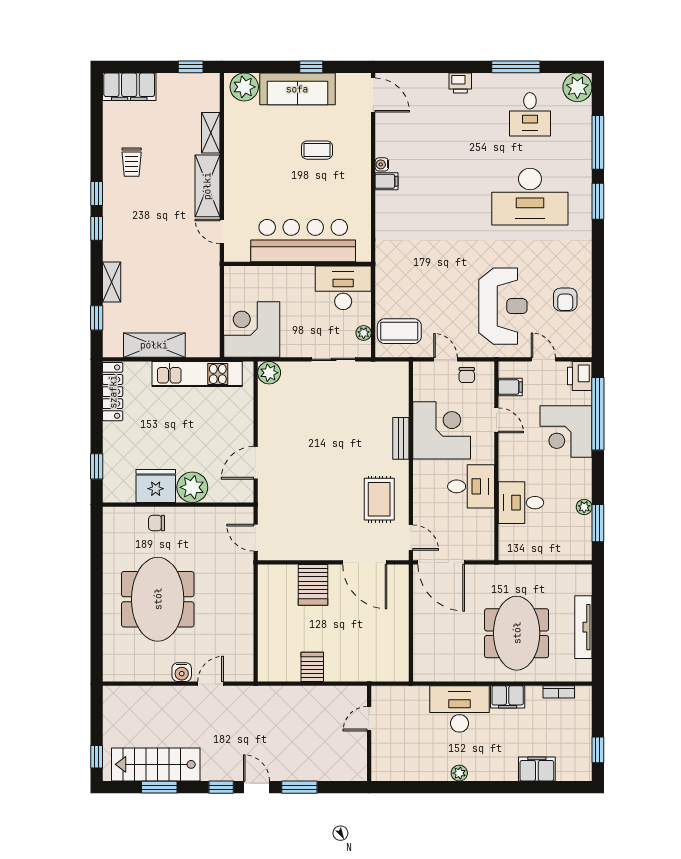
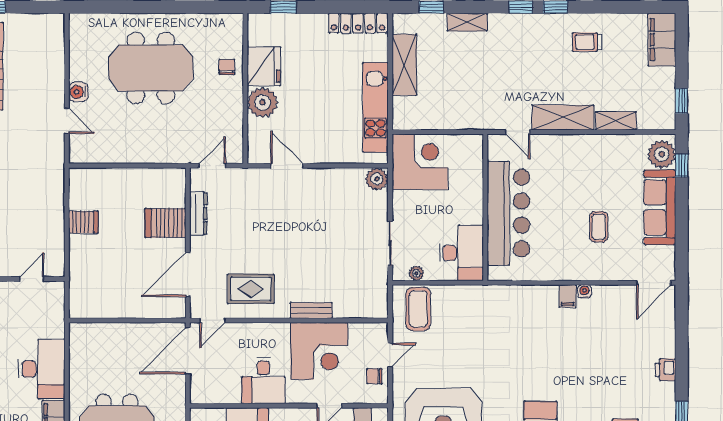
window: (311, 67) -> (682, 166), moved
door: (222, 231) -> (518, 132), swing flipped
dresser: (304, 552) -> (198, 213), added
door: (369, 719) -> (32, 279), hinge flipped

